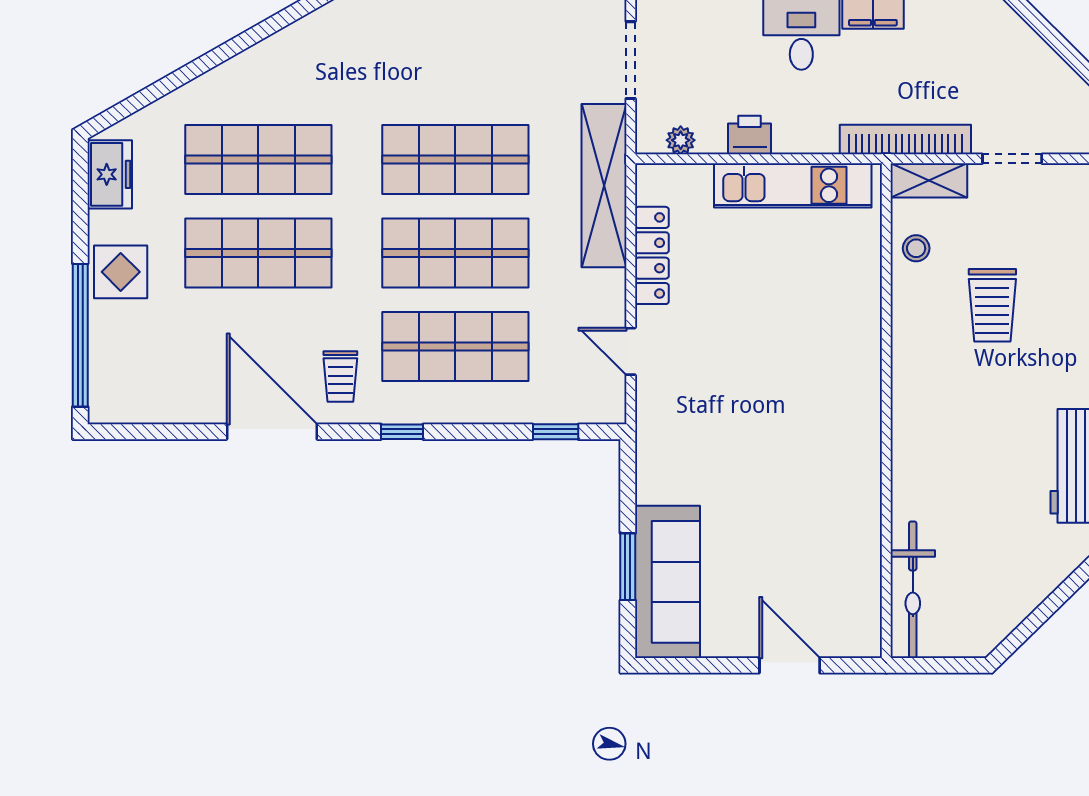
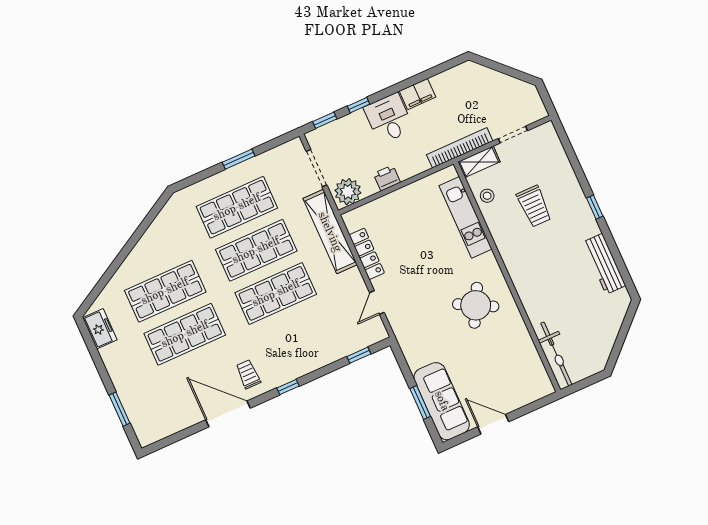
plant: (681, 140) -> (348, 192), width x1.87, depth x1.87
kitchen unit: (793, 185) -> (466, 217), moved, turned 90
display table: (121, 272) -> (125, 372), removed
window: (80, 335) -> (120, 409), width x0.47
shop shelf: (455, 346) -> (237, 207), moved
door: (631, 351) -> (377, 302), hinge flipped
trolley: (340, 376) -> (248, 374), turned 180
round table: (807, 437) -> (476, 305), added
door: (790, 665) -> (493, 424), moved

